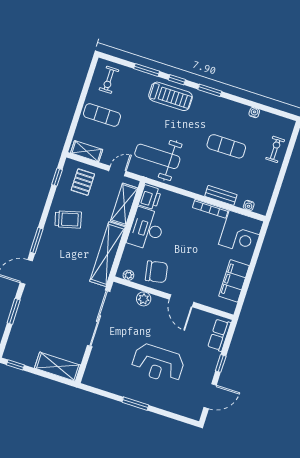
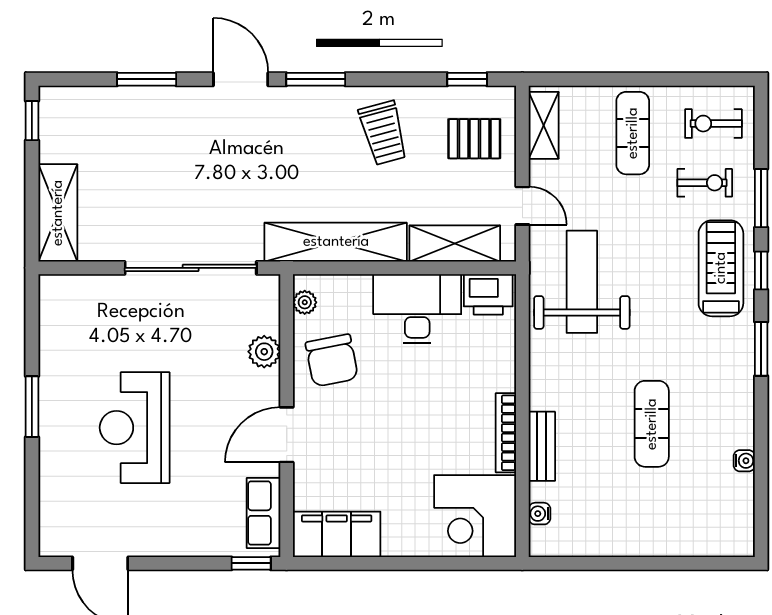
treadmill: (171, 96) -> (721, 268), turned 180
exercise bike: (275, 149) -> (705, 183), moved
filing cabinet: (234, 281) -> (337, 534), moved
row of seats: (219, 335) -> (263, 513), moved, turned -90
window: (221, 363) -> (251, 563), moved

